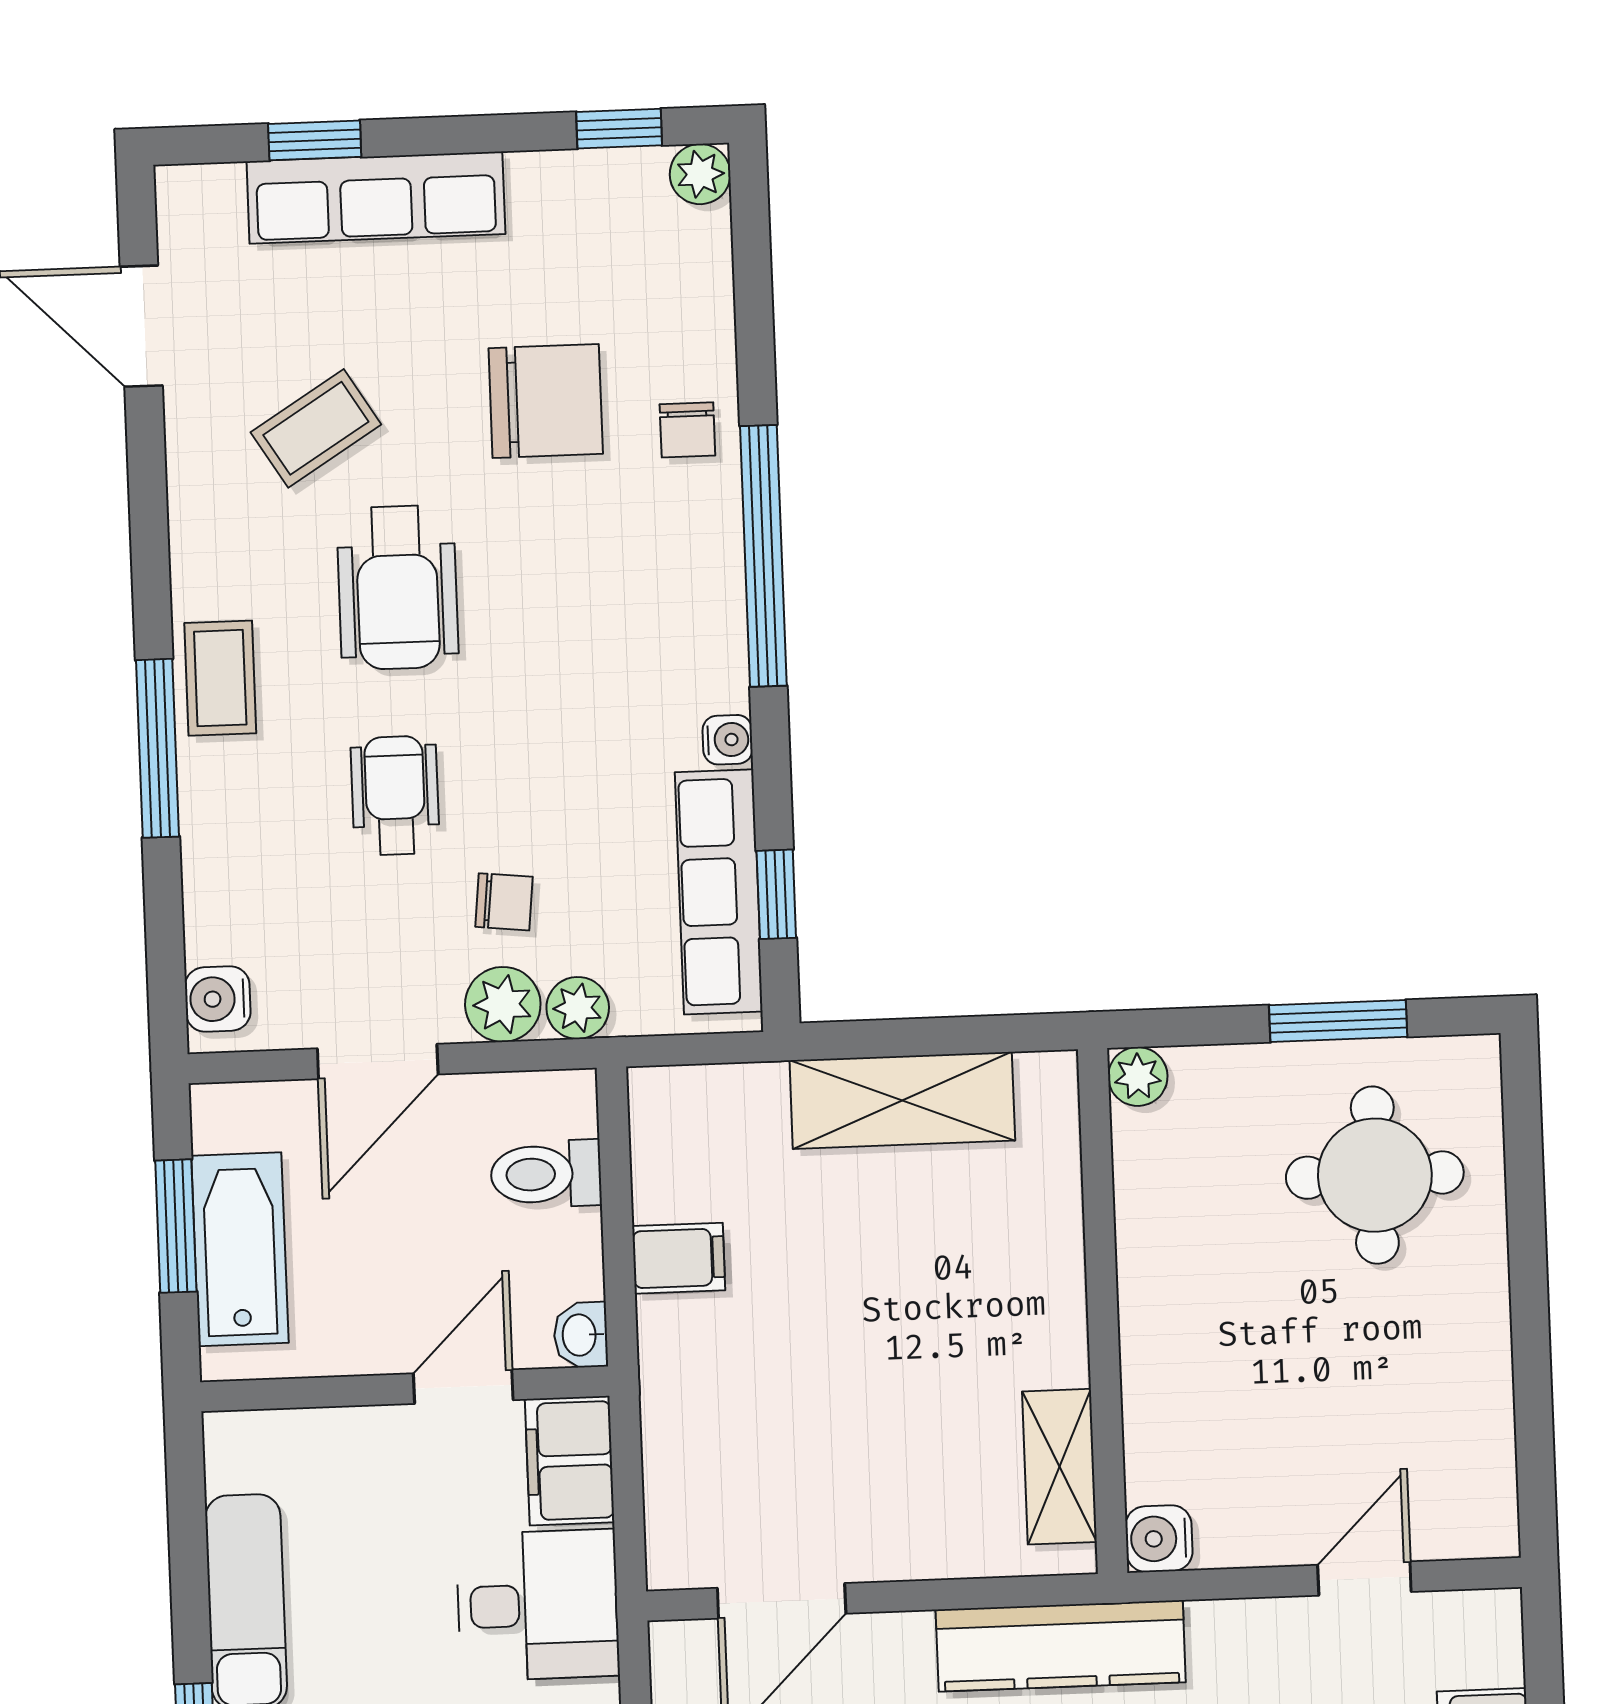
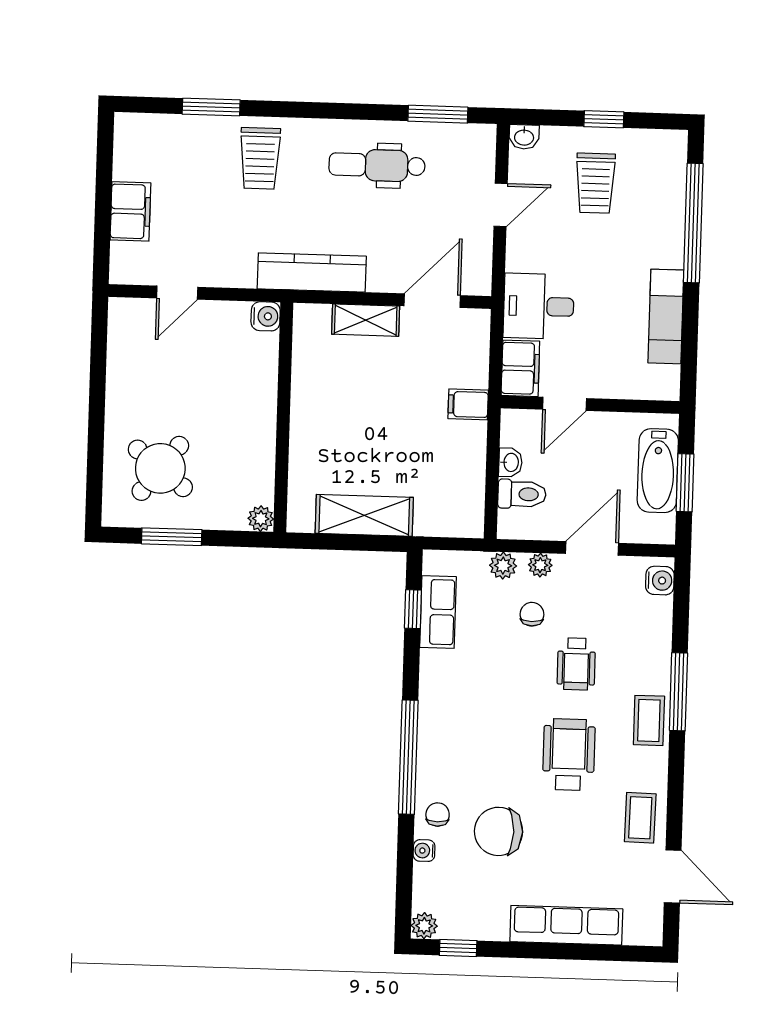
window: (315, 140) -> (591, 952), removed
coffee table: (316, 428) -> (640, 818), moved, turned -57
water cooler: (728, 740) -> (424, 851), moved
row of seats: (719, 892) -> (438, 612), width x0.68
chair: (504, 902) -> (532, 614), turned 84
plant: (503, 1004) -> (540, 565), width x0.73, depth x0.73
round table: (1375, 1175) -> (160, 468), turned 38
filing cabinet: (679, 1258) -> (468, 404), moved
washbasin: (581, 1335) -> (510, 462), moved
shelving: (1059, 1467) -> (366, 320), moved, turned 90

